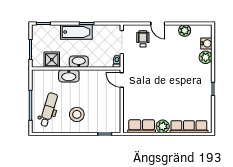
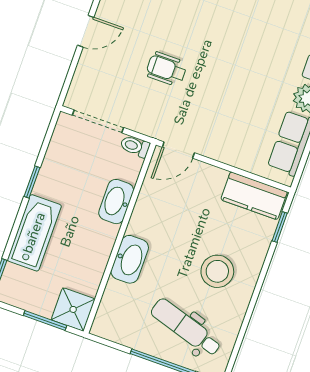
bathtub: (76, 32) -> (34, 233), moved
wheelchair: (143, 39) -> (166, 69), moved
shower: (52, 60) -> (73, 309), moved
washbasin: (79, 62) -> (116, 202), moved
kitchen counter: (114, 118) -> (254, 196), added

